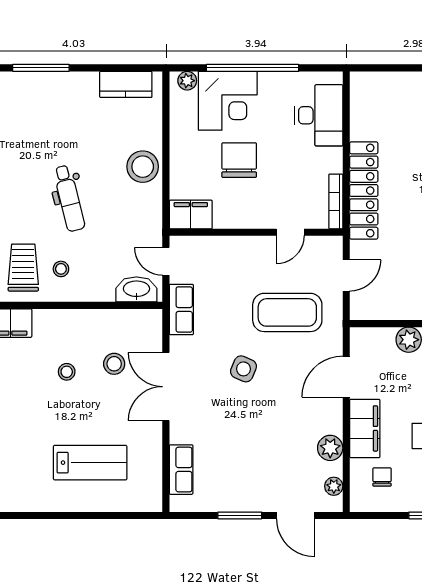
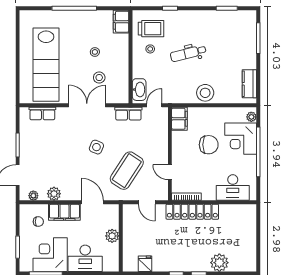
coffee table: (287, 312) -> (127, 171), turned 33
lab bench: (90, 463) -> (46, 65), width x1.86, depth x1.39

